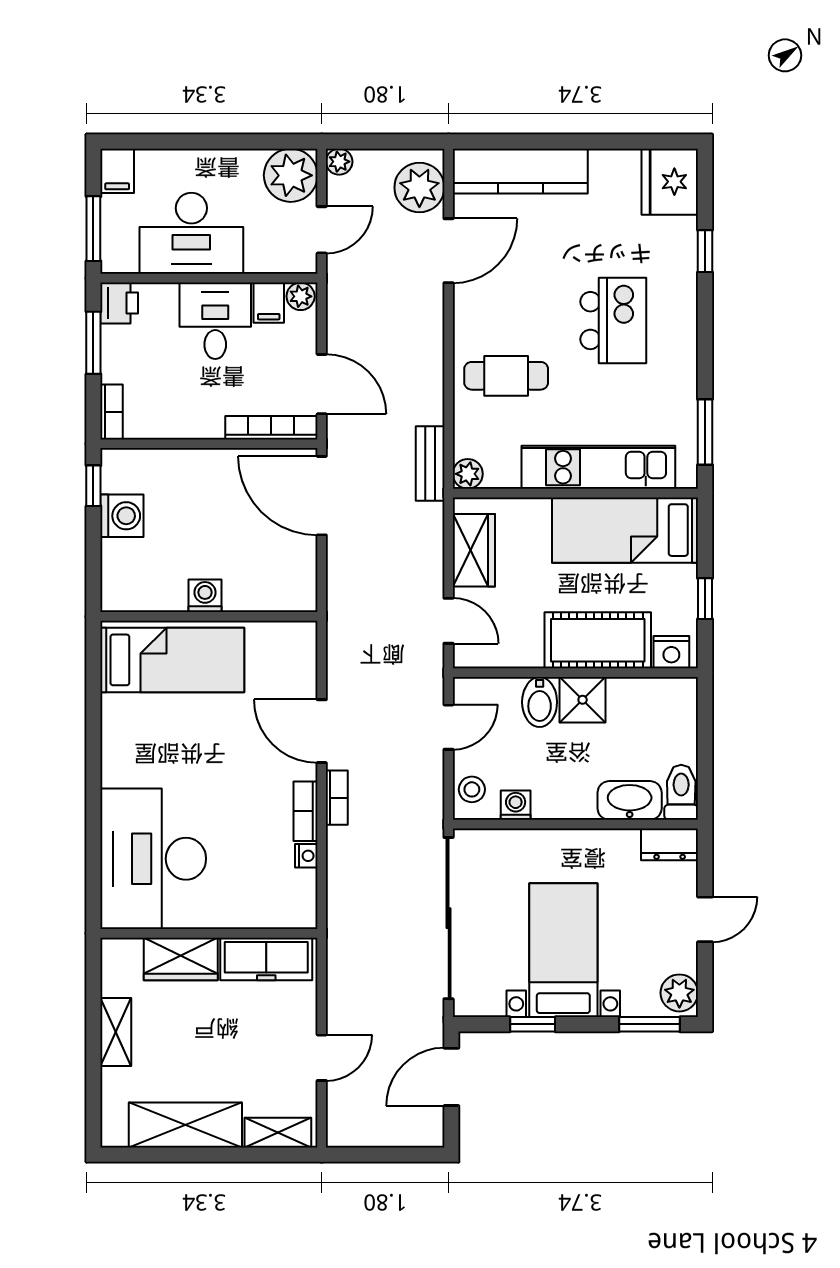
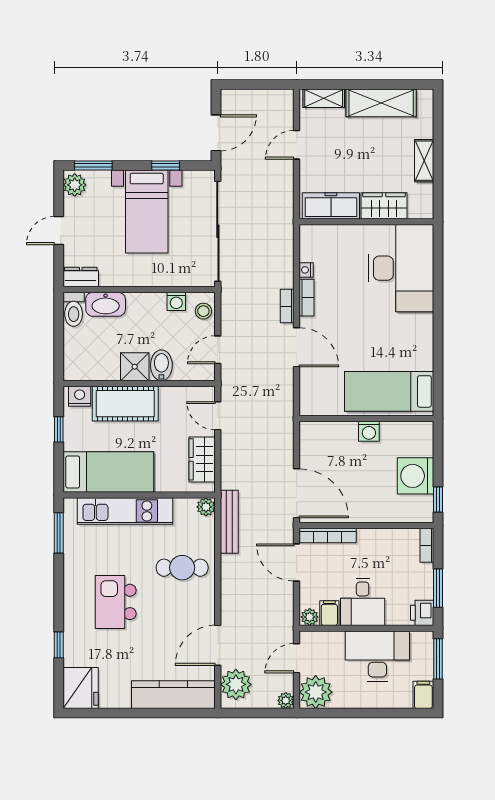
bench: (430, 463) -> (229, 522), width x1.36
washing machine: (122, 516) -> (416, 476), width x1.37, depth x1.37

